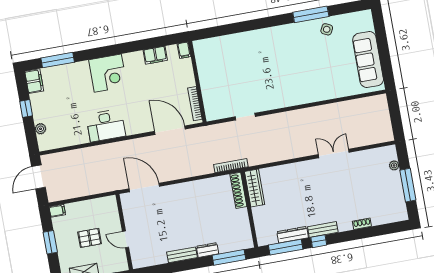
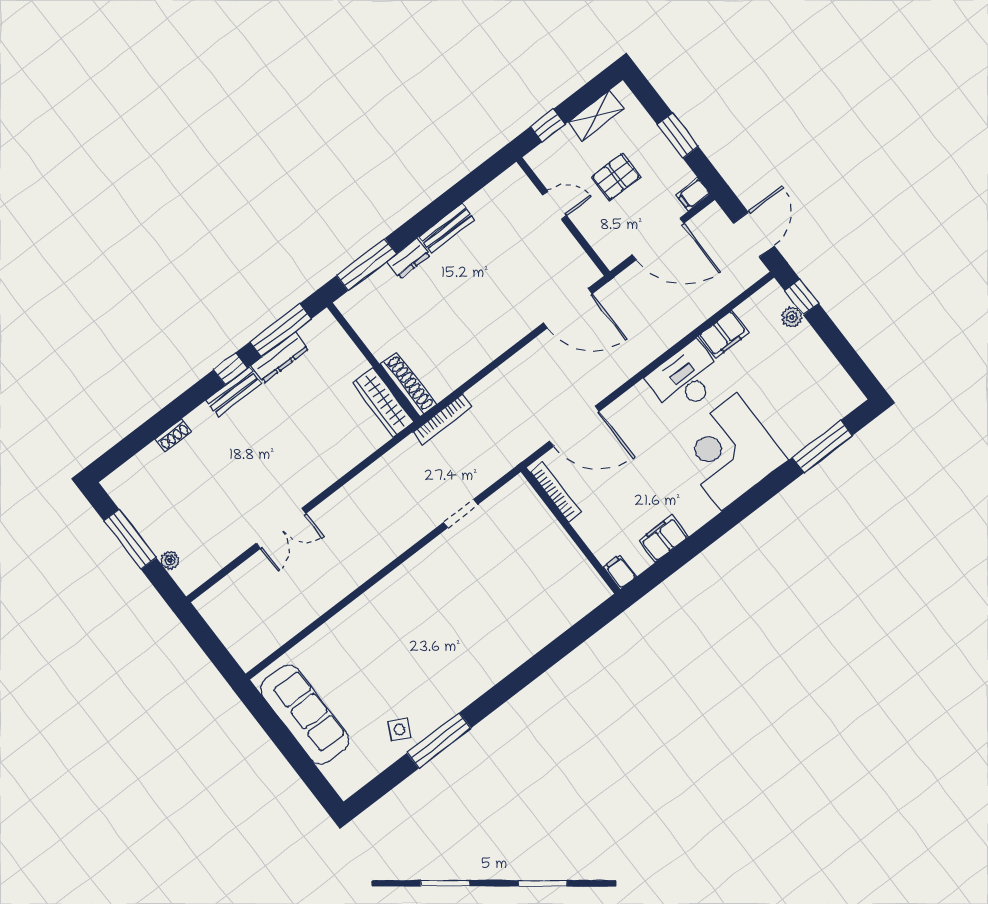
corner desk: (108, 73) -> (729, 452), width x1.36, depth x1.36
filing cabinet: (34, 81) -> (724, 334), moved, turned -90
window: (26, 108) -> (802, 297), moved
door: (85, 198) -> (658, 239), added

